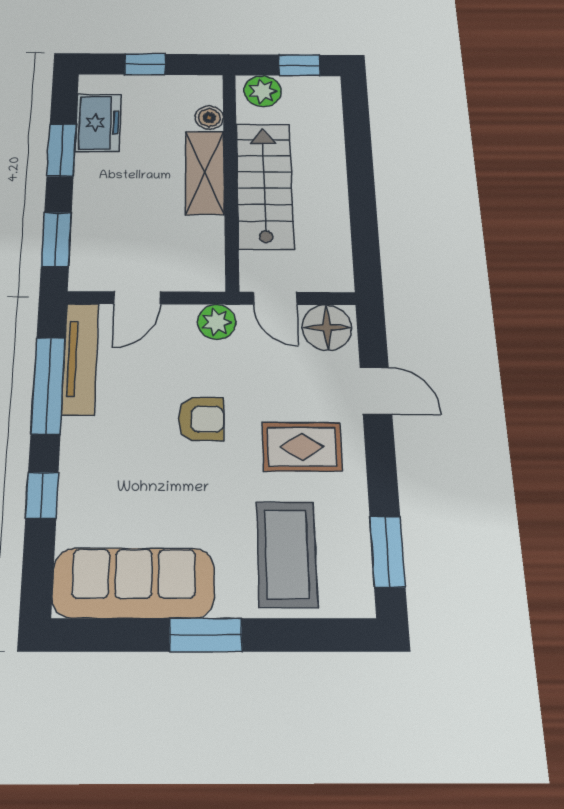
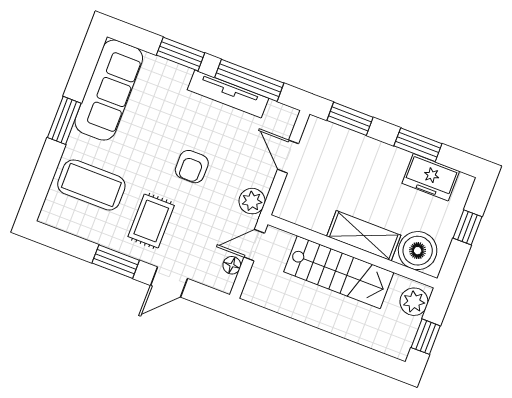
boiler: (209, 118) -> (418, 251), width x1.86, depth x1.86
floor lamp: (327, 328) -> (232, 265), width x0.53, depth x0.53
tv unit: (80, 359) -> (228, 94), moved
window: (42, 495) -> (181, 54), width x1.50
window: (387, 551) -> (116, 262), moved

